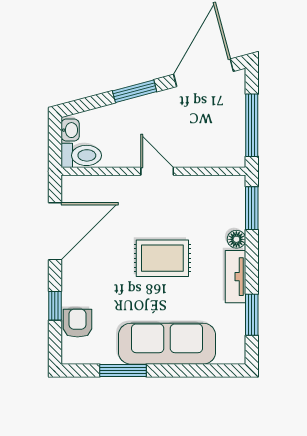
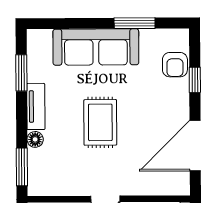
rug: (162, 258) -> (100, 122), turned 90

